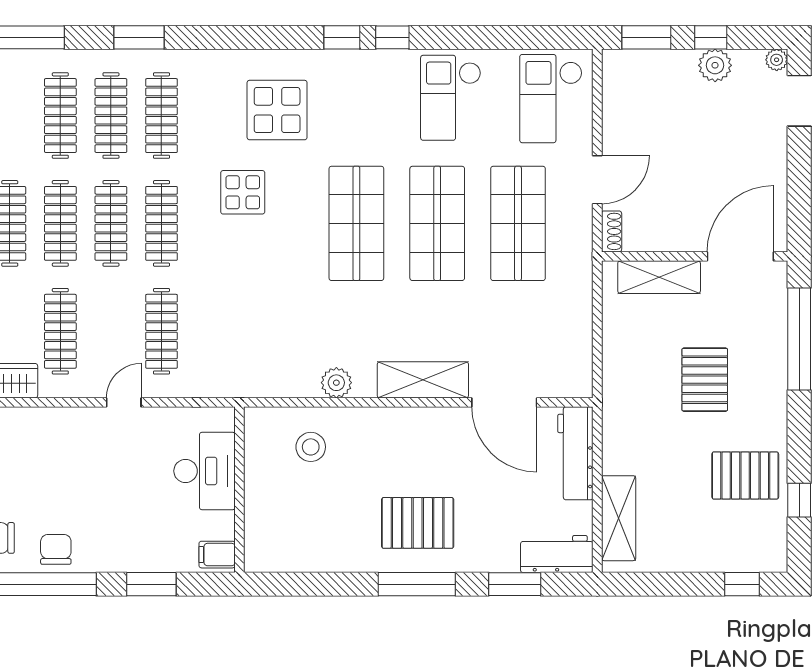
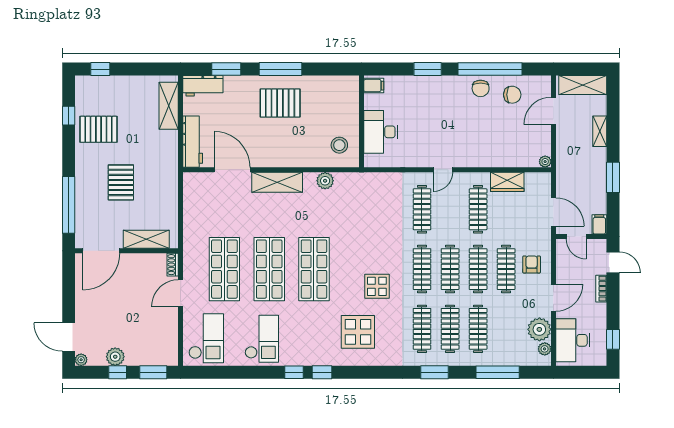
desk: (204, 471) -> (381, 132), moved
wall: (239, 490) -> (361, 121), moved
filing cabinet: (217, 555) -> (374, 86), moved

